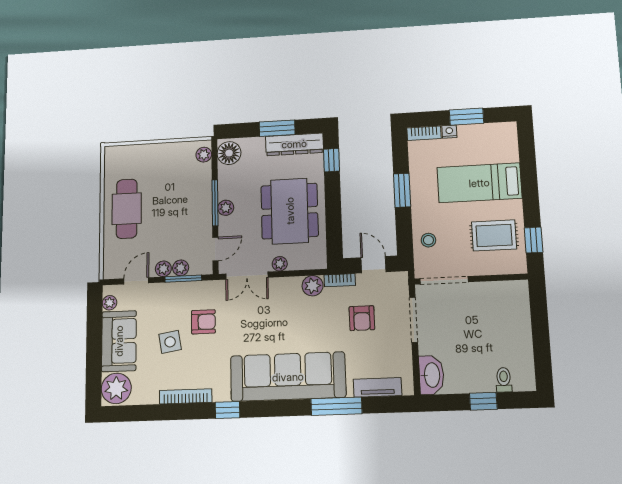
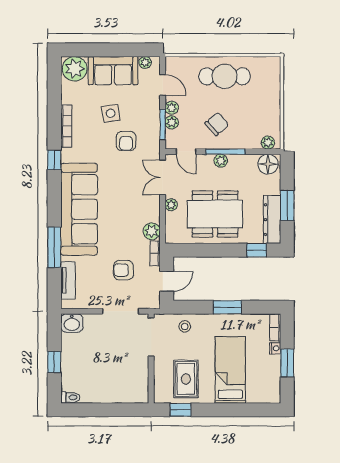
chair: (182, 215) -> (217, 124), added
washbasin: (431, 375) -> (72, 323), width x0.72
toilet: (504, 380) -> (70, 397), moved

